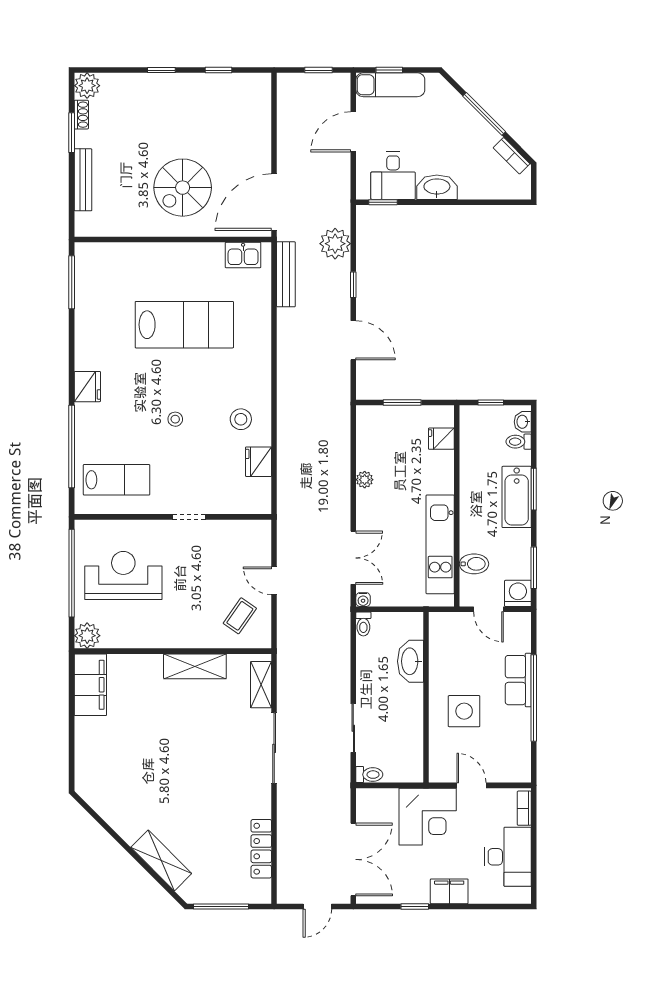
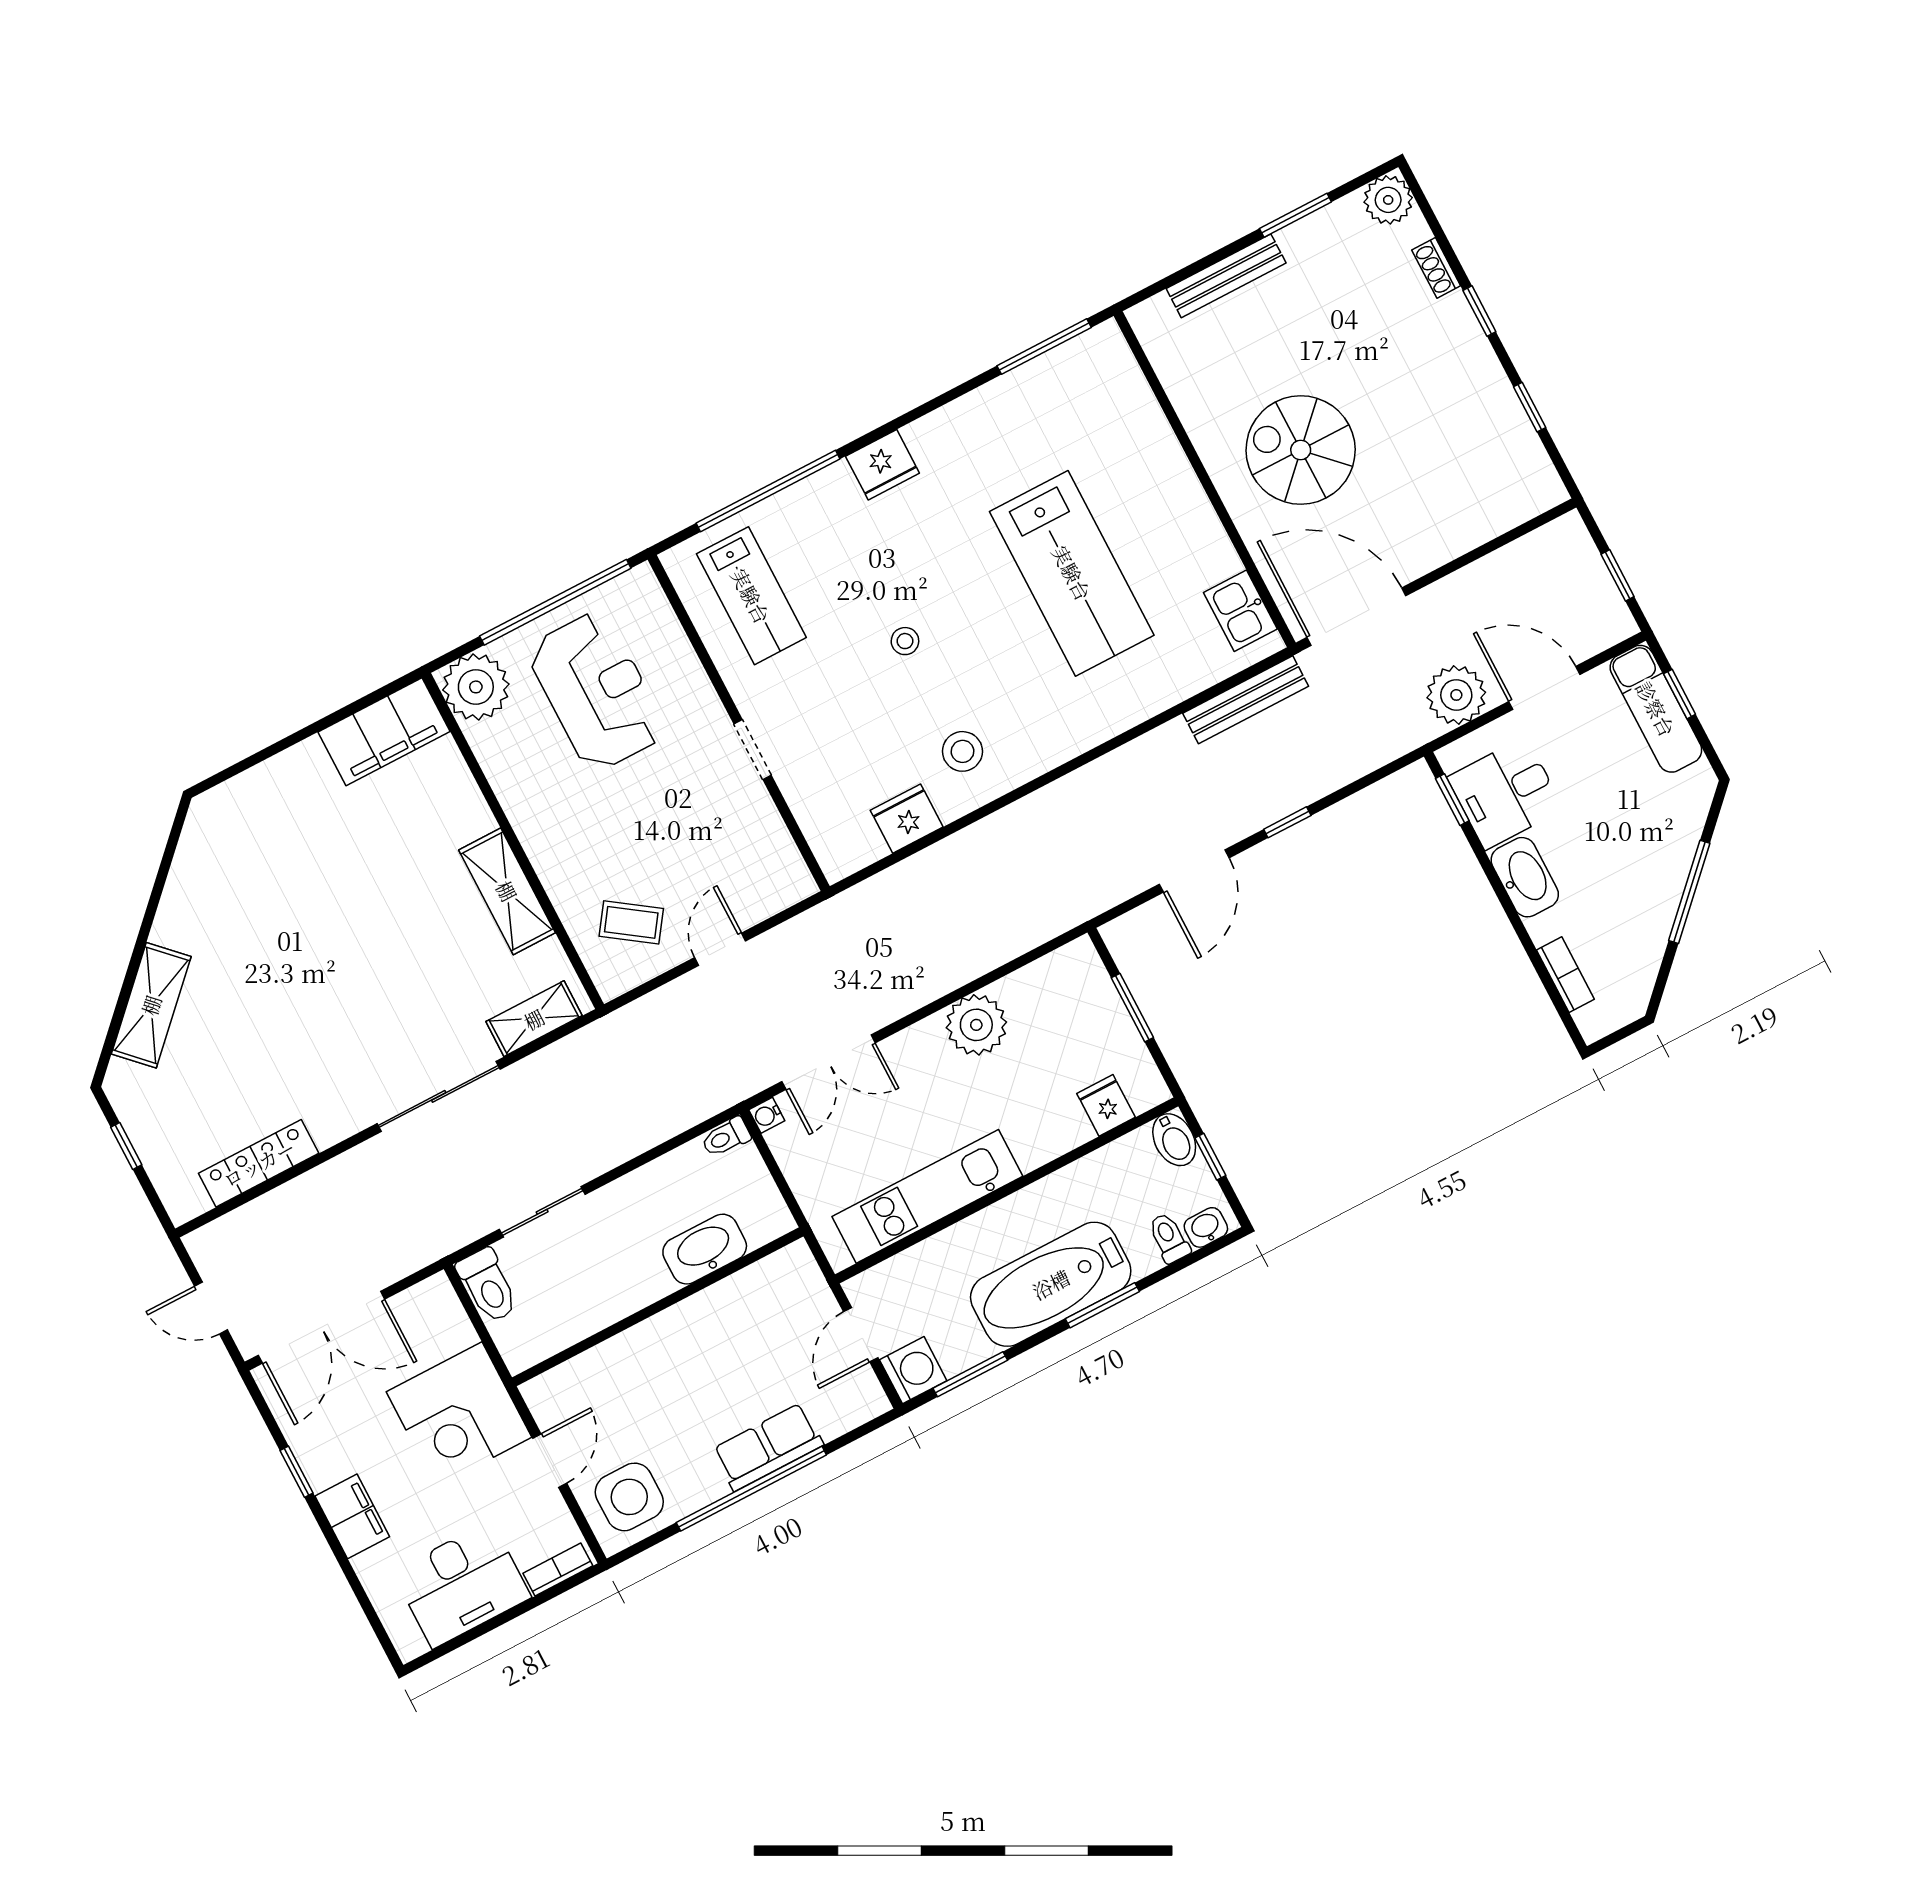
shoe rack: (81, 115) -> (1436, 268), moved, turned 90
bookcase: (512, 156) -> (1565, 975), moved, turned 135
plant: (335, 244) -> (1456, 695), moved
plant: (365, 480) -> (976, 1025), width x1.88, depth x1.88
bathtub: (517, 497) -> (1051, 1284), width x1.36, depth x1.36
bidet: (474, 564) -> (1174, 1140), moved
plant: (87, 636) -> (476, 687), width x1.36, depth x1.36
side table: (464, 711) -> (629, 1497), moved
toilet: (369, 775) -> (488, 1285), width x1.37, depth x1.39
window: (221, 906) -> (126, 1146), width x0.46

